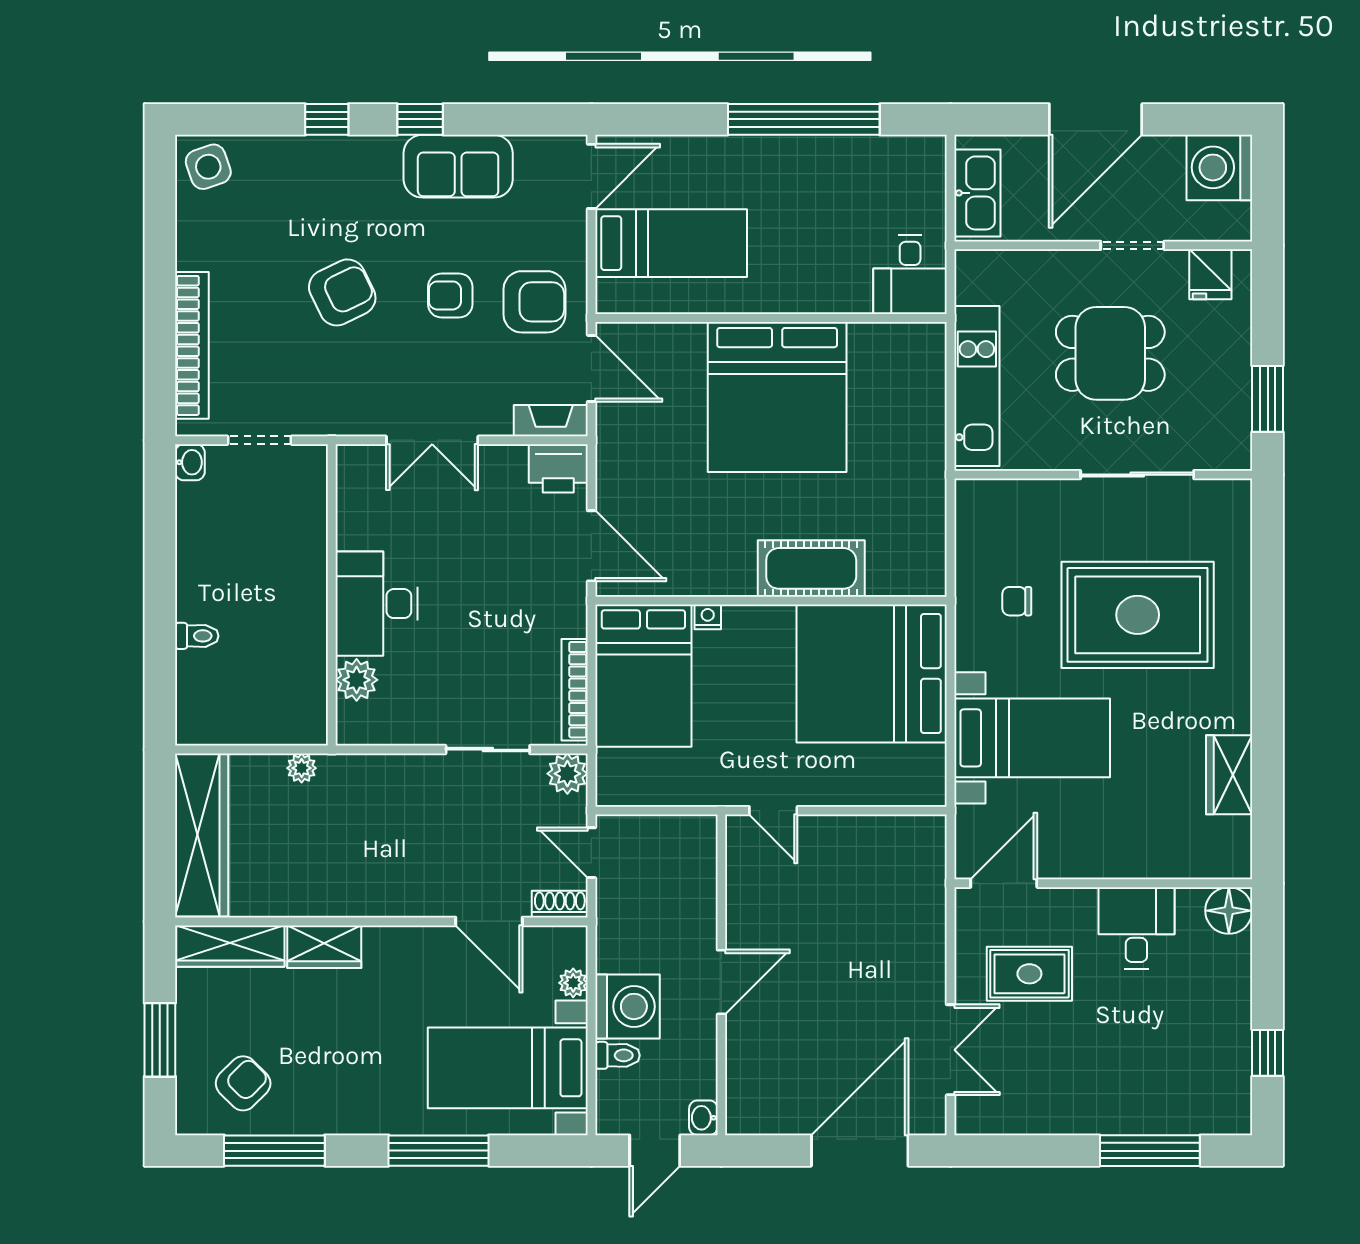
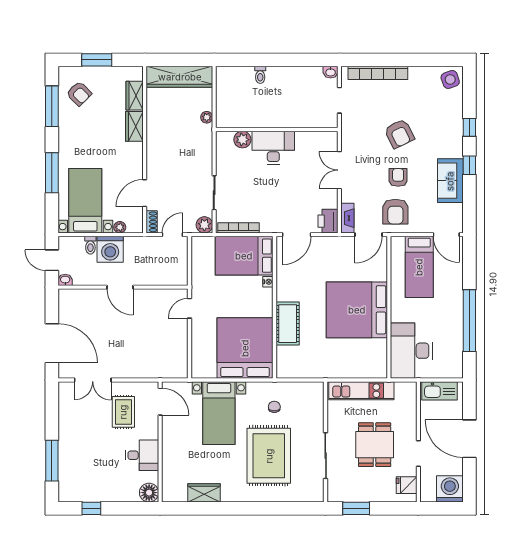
desk: (910, 275) -> (411, 351), width x1.87, depth x1.30
wardrobe: (230, 946) -> (135, 96), width x0.67

